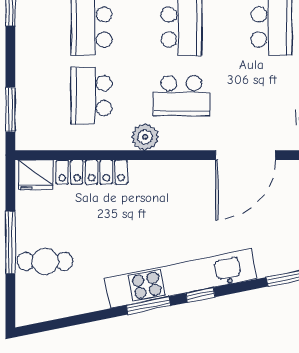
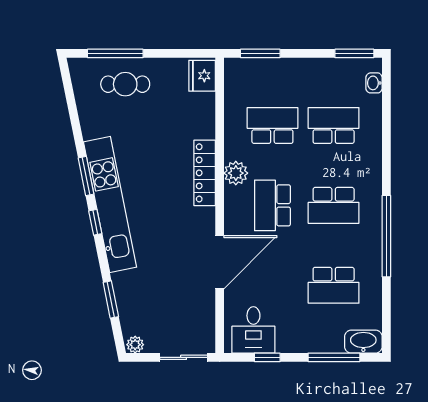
door: (245, 155) -> (220, 262), swing flipped
locker: (92, 172) -> (205, 173), moved
window: (10, 242) -> (115, 53), moved
cafe table: (45, 261) -> (125, 84), turned 90

